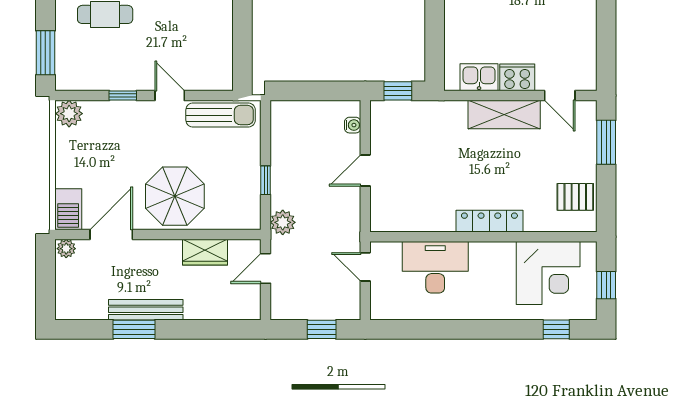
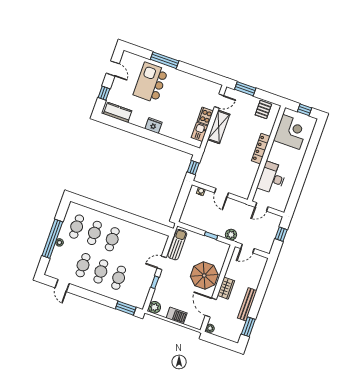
barbecue: (68, 209) -> (177, 315), moved
wardrobe: (205, 252) -> (226, 288), moved
door: (266, 268) -> (248, 248), hinge flipped
window: (134, 329) -> (248, 327), moved
window: (556, 329) -> (316, 137), removed

